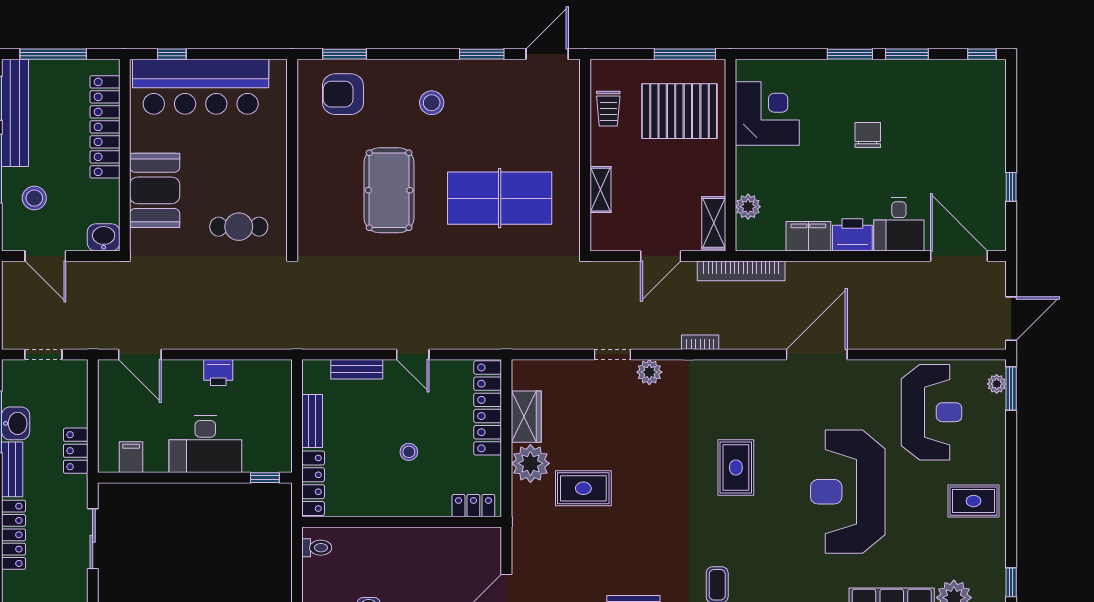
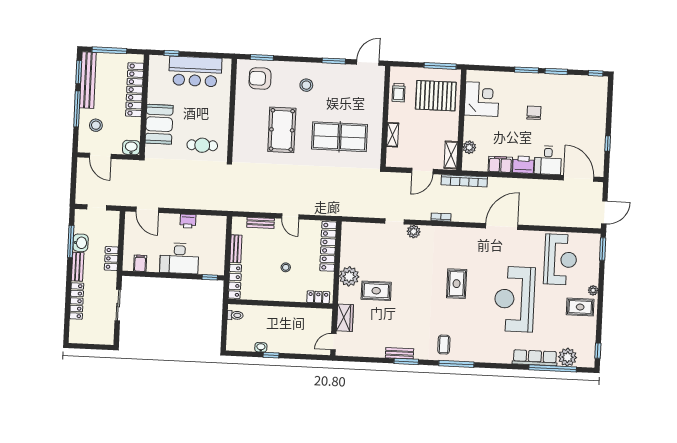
bar counter: (201, 87) -> (195, 71), width x0.73
plant: (997, 384) -> (593, 290), moved
wardrobe: (526, 417) -> (345, 318), moved

